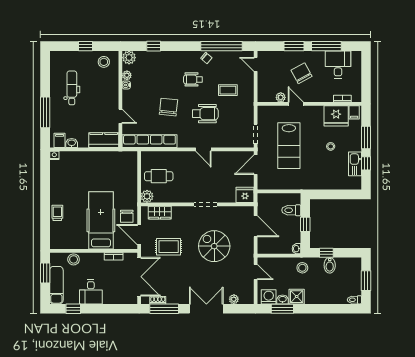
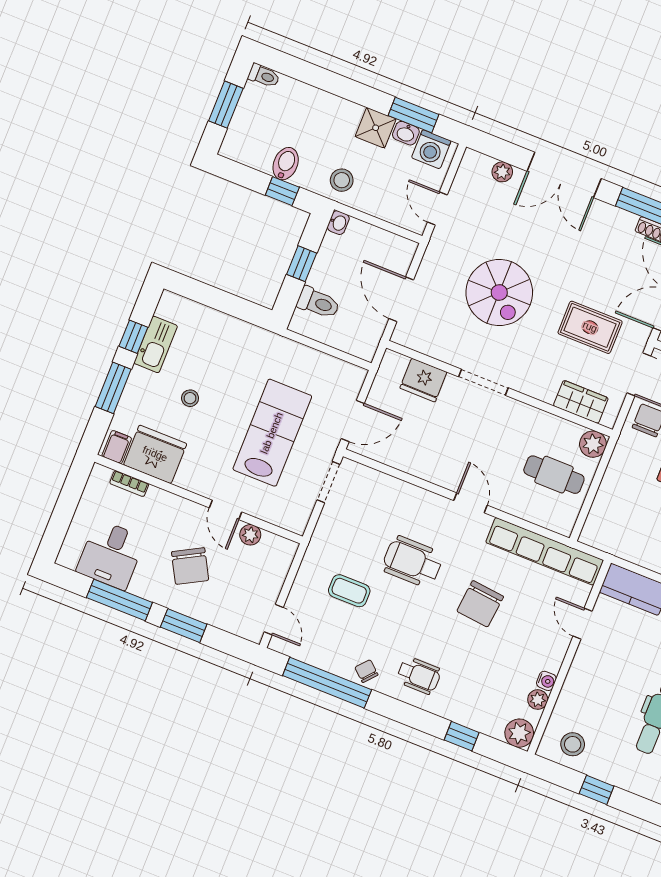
wheelchair: (193, 79) -> (419, 675), moved
door: (203, 149) -> (470, 503), moved
fridge: (245, 195) -> (423, 380), moved

